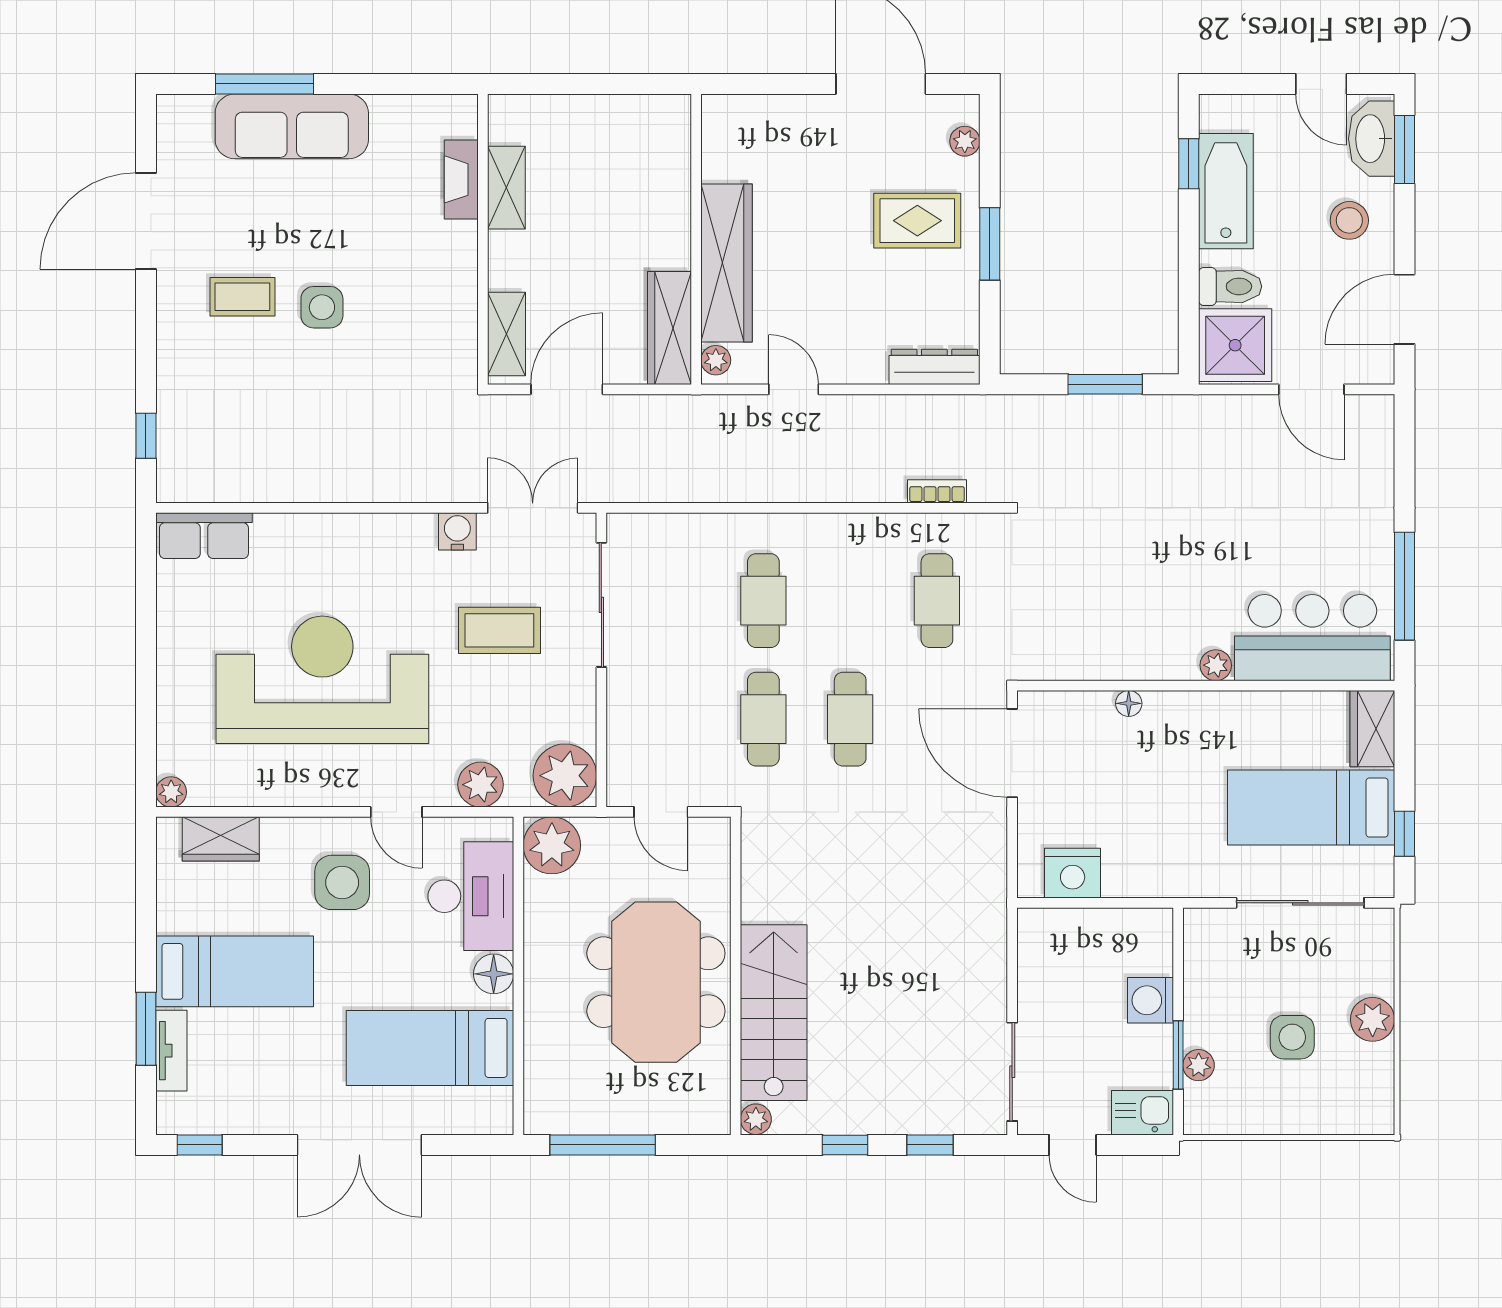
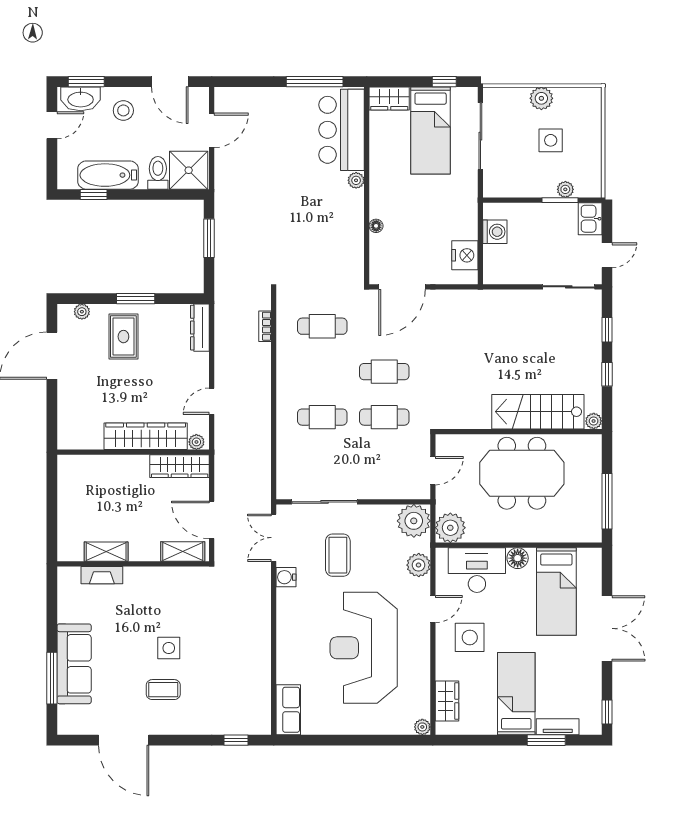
coffee table: (242, 297) -> (163, 690), turned 90
washing machine: (1151, 1000) -> (495, 232), moved, turned -90

